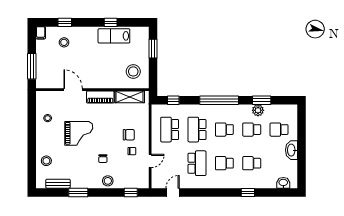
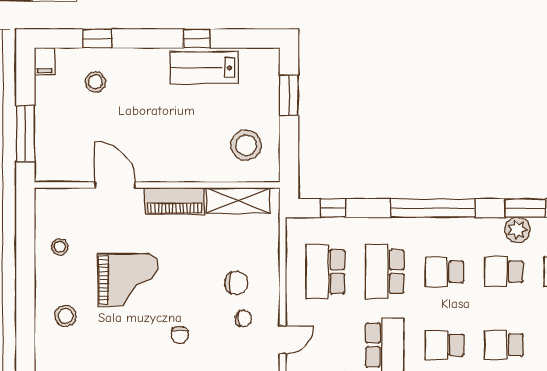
stool: (46, 161) -> (65, 316), moved

